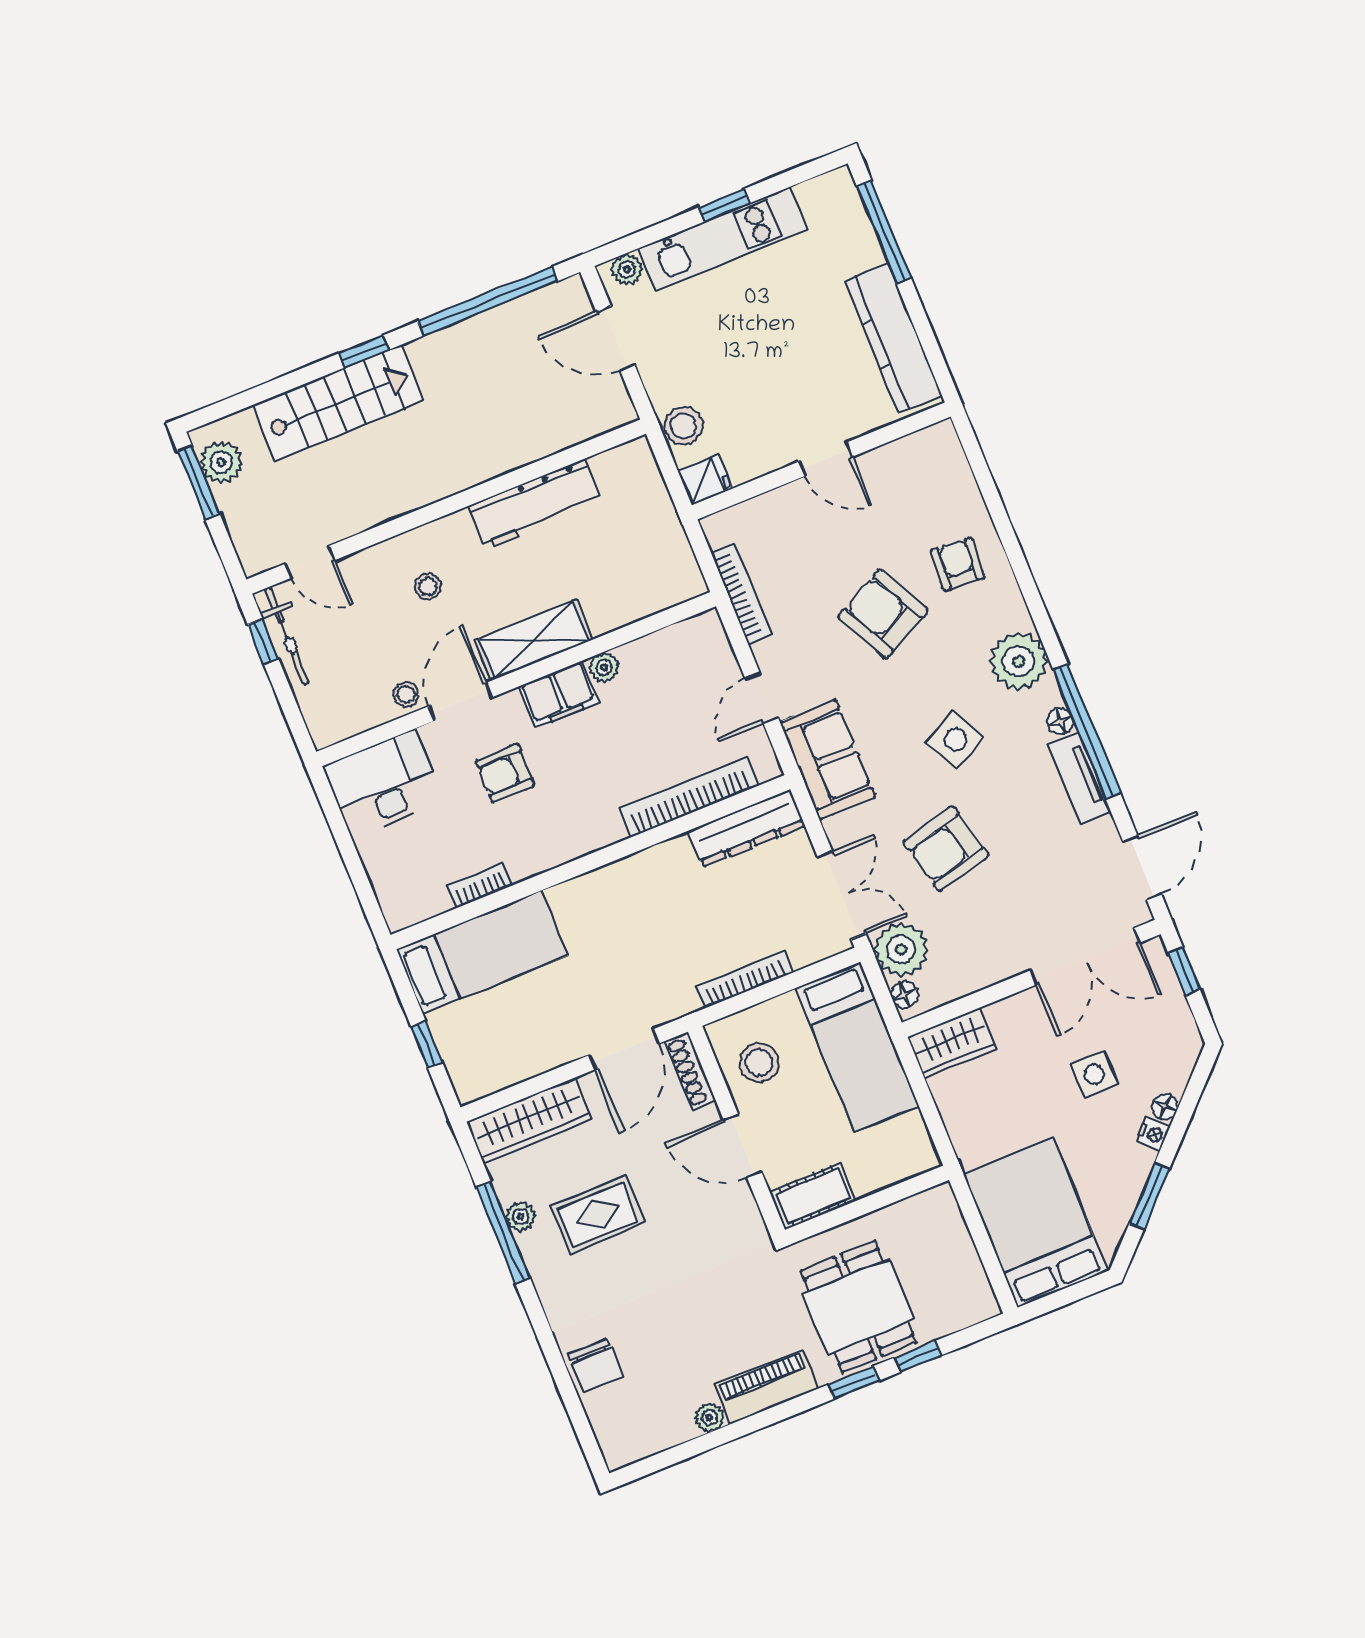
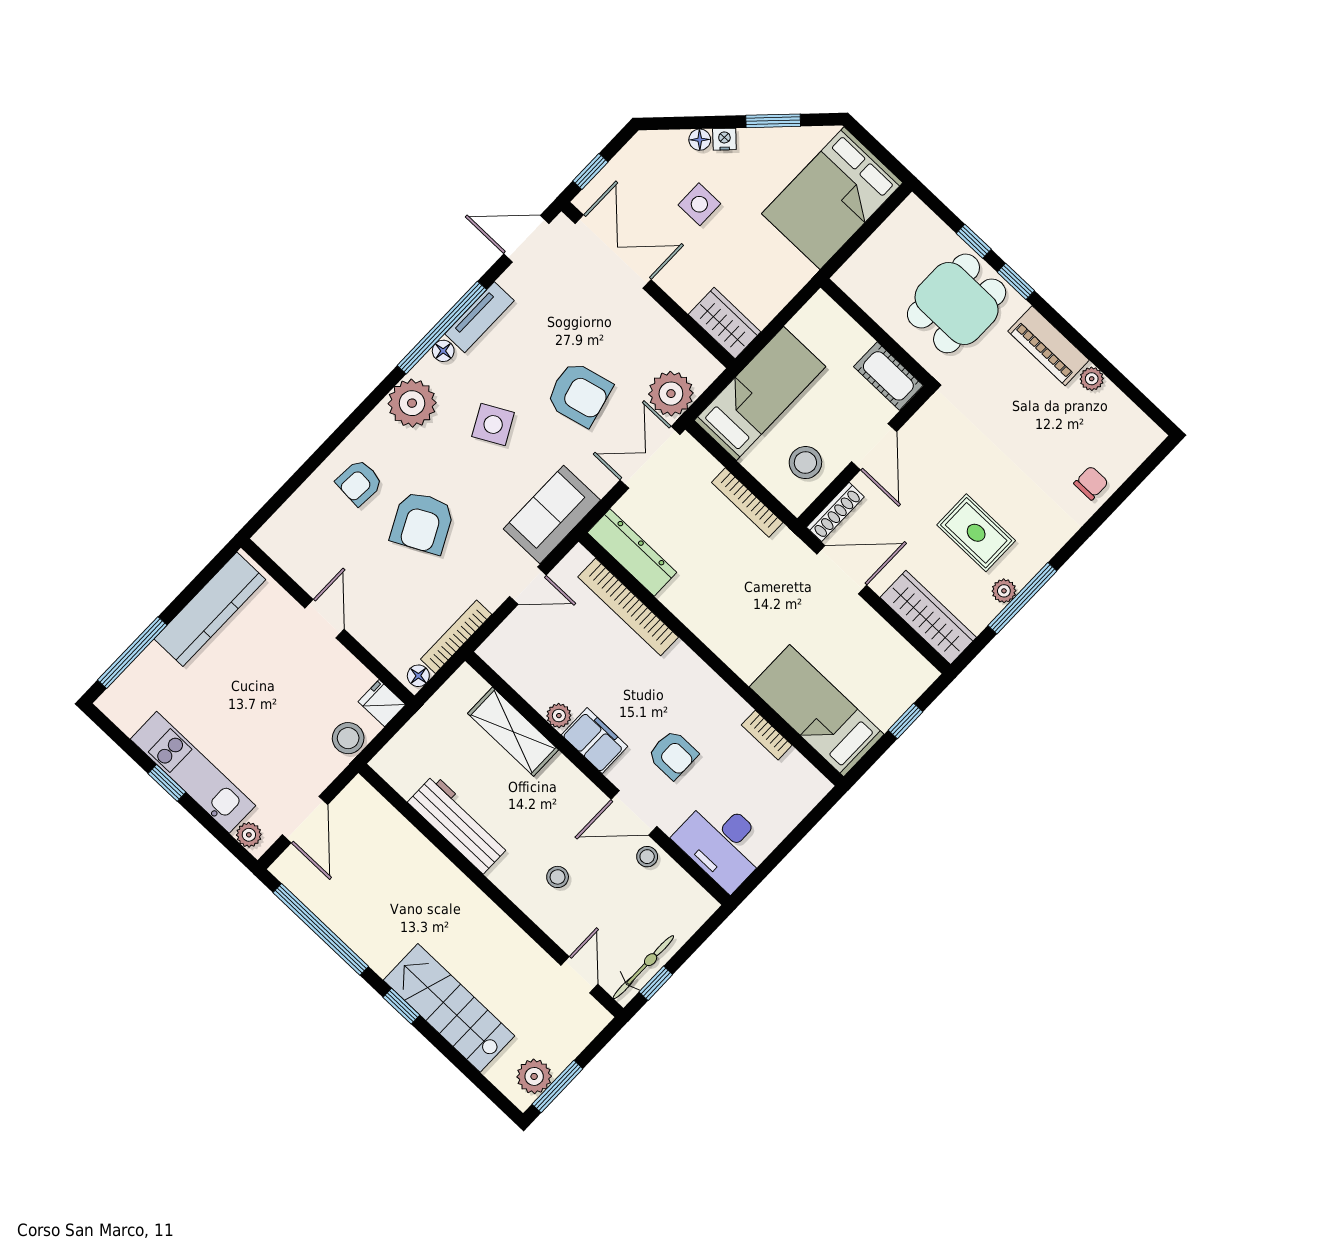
shelving: (534, 640) -> (513, 732), moved
floor lamp: (904, 995) -> (418, 676), moved
chair: (596, 1365) -> (1091, 483), width x0.73, depth x0.73

